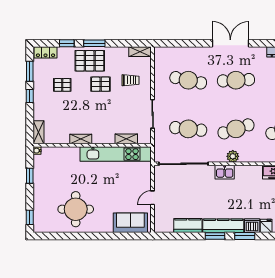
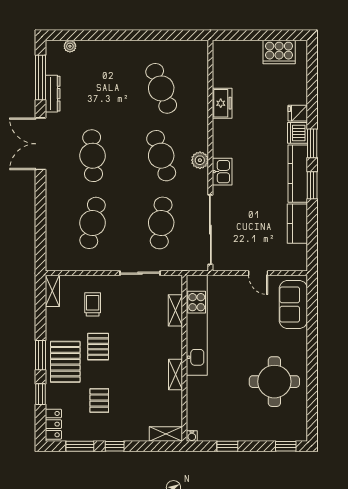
double door: (230, 43) -> (40, 144), moved

